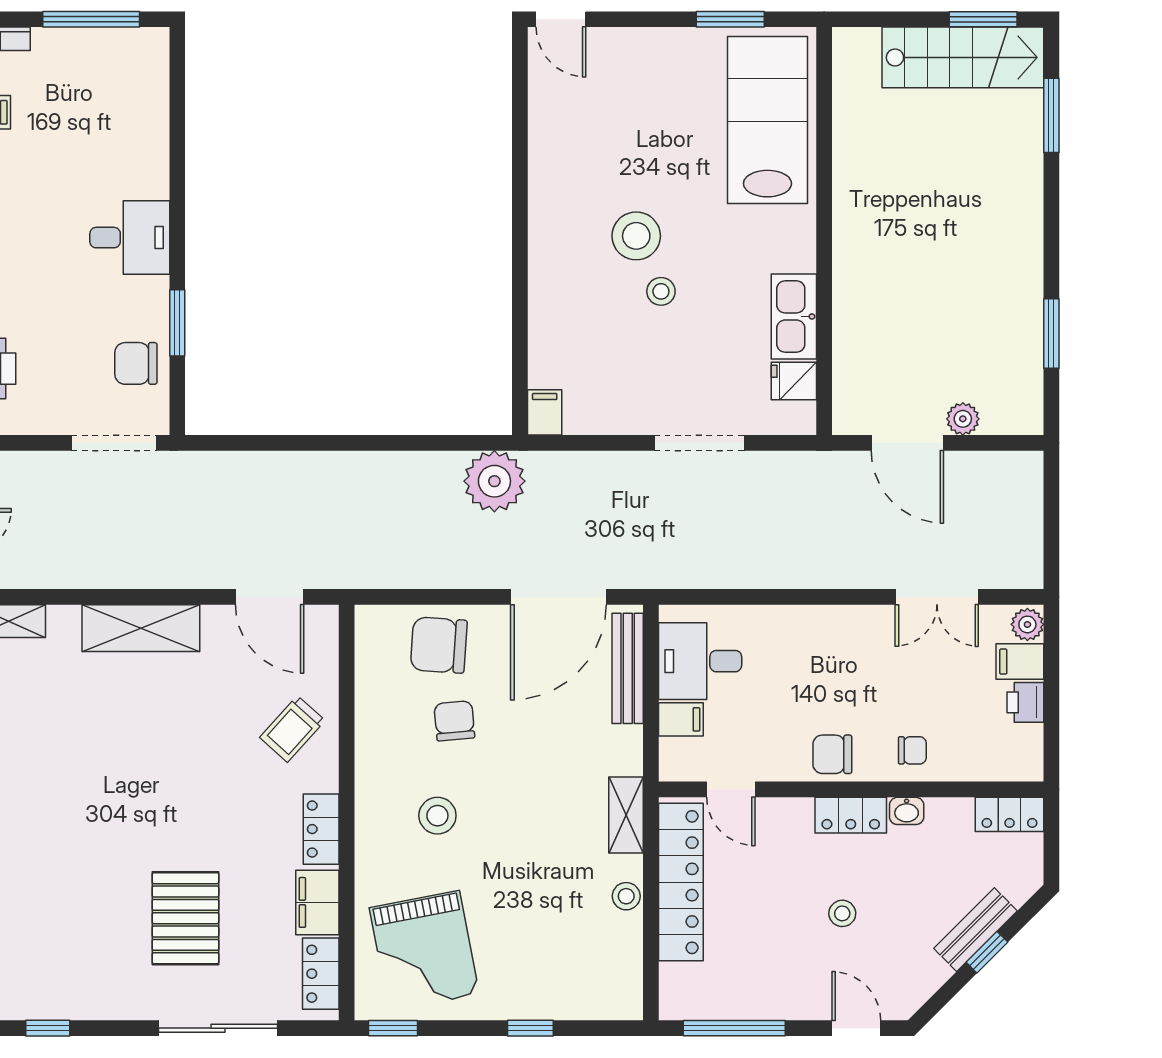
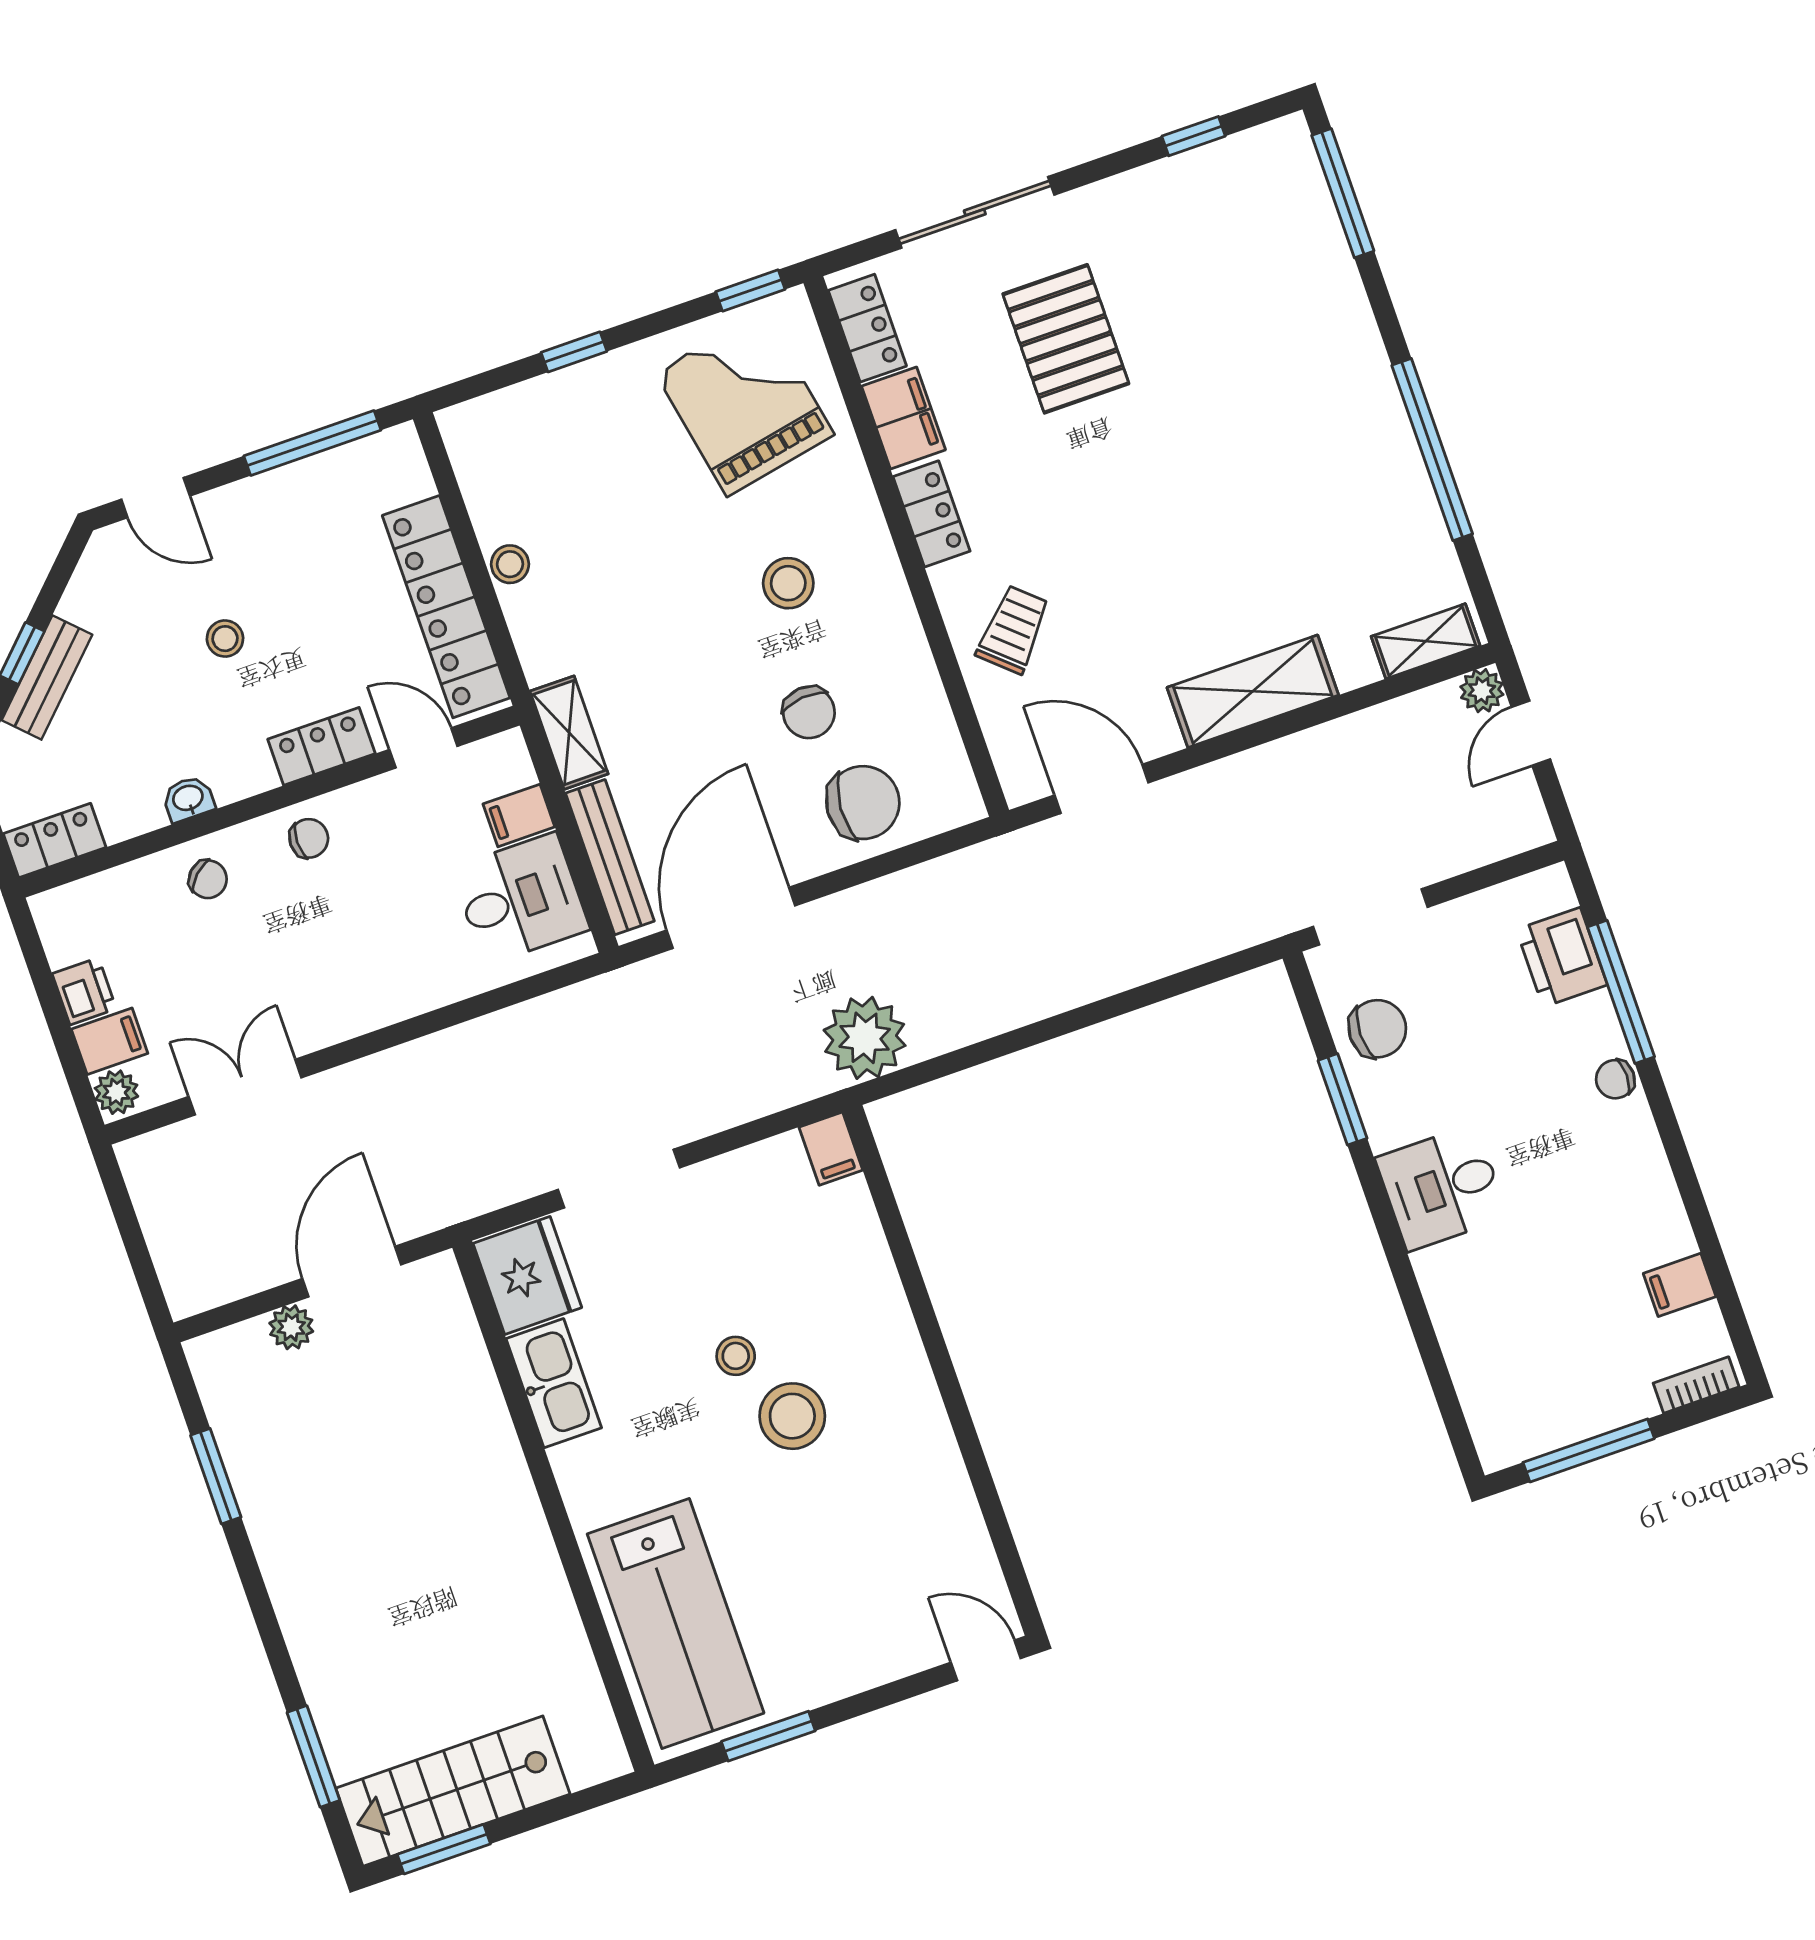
fridge: (794, 381) -> (527, 1275), width x1.88, depth x1.34
door: (907, 443) -> (352, 1272), hinge flipped
chair: (912, 750) -> (208, 879), turned -134
chair: (832, 754) -> (309, 838), width x0.73, depth x0.73
shelving: (626, 815) -> (569, 733), moved
locker: (851, 815) -> (321, 746), moved

